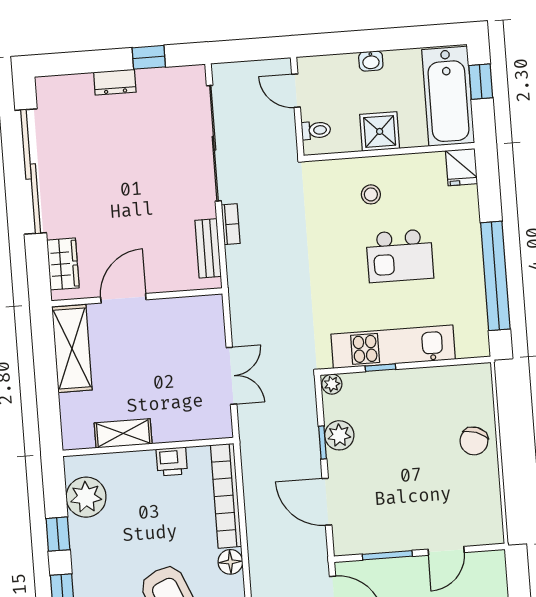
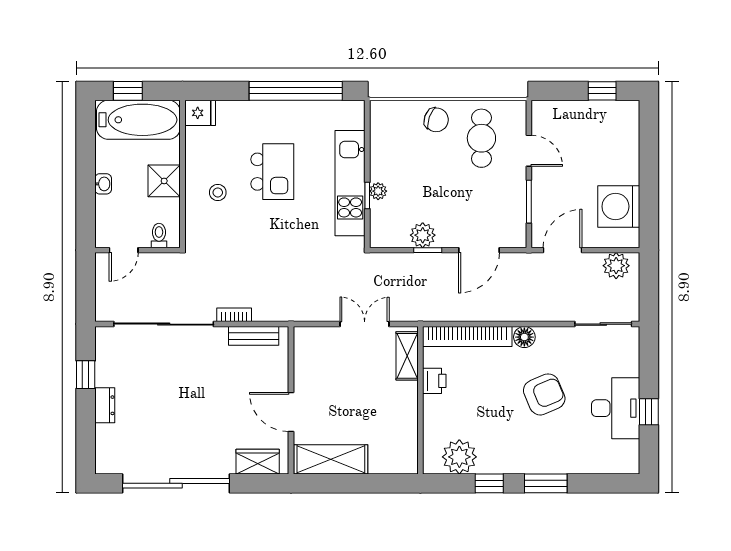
plant: (332, 384) -> (378, 191), moved
shelving: (123, 433) -> (407, 356), moved
cafe table: (457, 495) -> (481, 138), added

